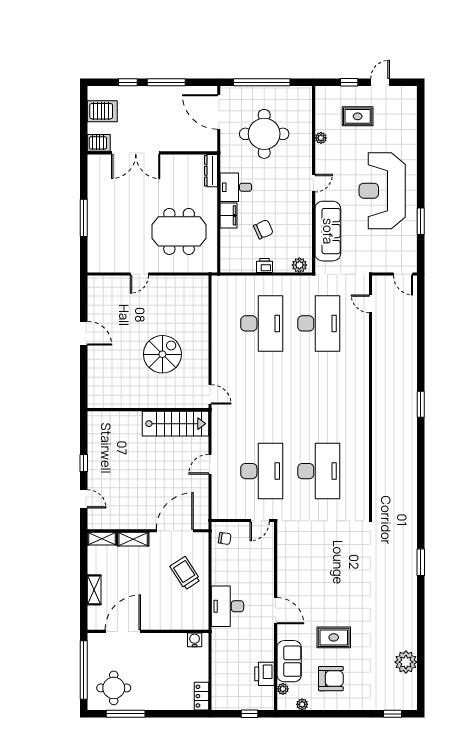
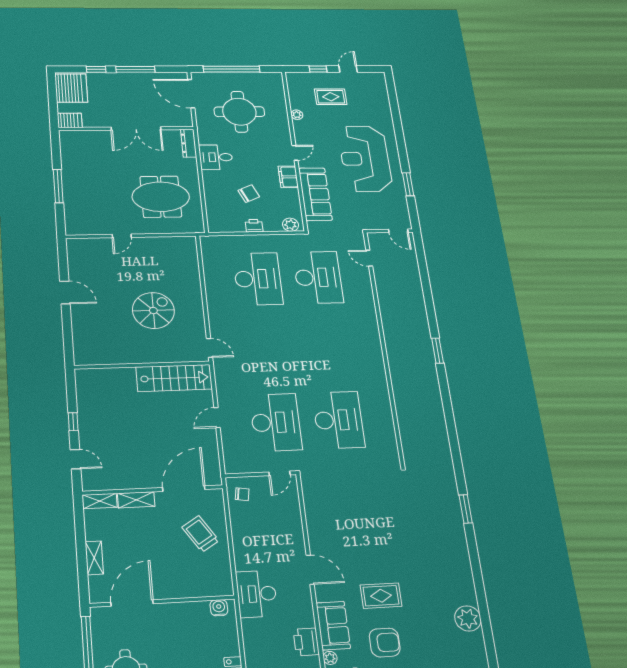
server rack: (102, 111) -> (71, 88), width x1.60
double door: (136, 153) -> (136, 128), moved
filing cabinet: (229, 215) -> (288, 177), moved, turned 180
desk: (227, 606) -> (257, 594), moved

